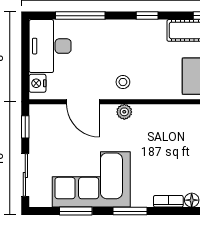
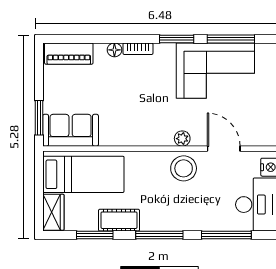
window: (147, 16) -> (159, 235), width x2.17
stool: (123, 82) -> (184, 168), width x1.89, depth x1.89
window: (76, 211) -> (231, 39), width x1.44

